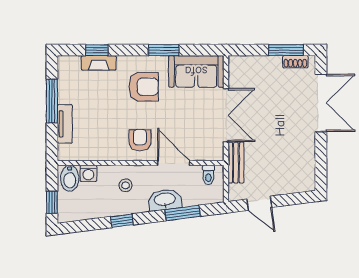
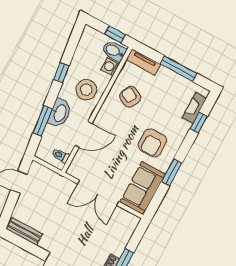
fireplace: (99, 63) -> (194, 108), moved
tv unit: (65, 124) -> (143, 62), moved
armchair: (140, 140) -> (130, 97), moved, turned -152
bench: (236, 163) -> (24, 231), moved
stool: (126, 185) -> (86, 90), width x1.89, depth x1.89
window: (52, 202) -> (115, 34), moved

